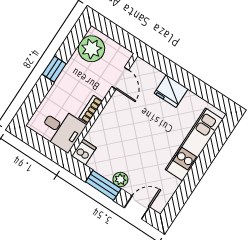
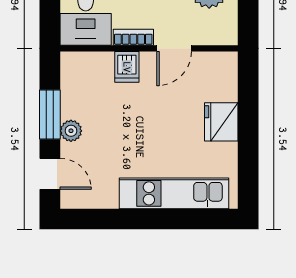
door: (120, 78) -> (174, 48), moved
dishwasher: (84, 152) -> (127, 67), moved, turned 90

